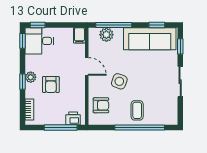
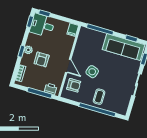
plant: (106, 35) -> (93, 35), removed
door: (87, 66) -> (68, 66), moved

